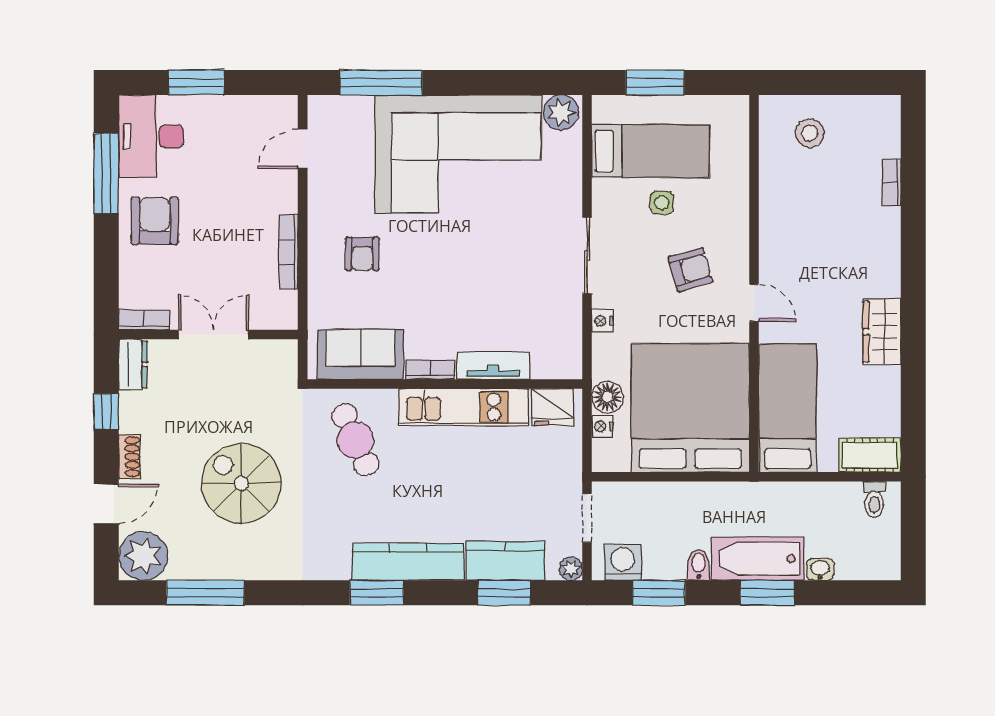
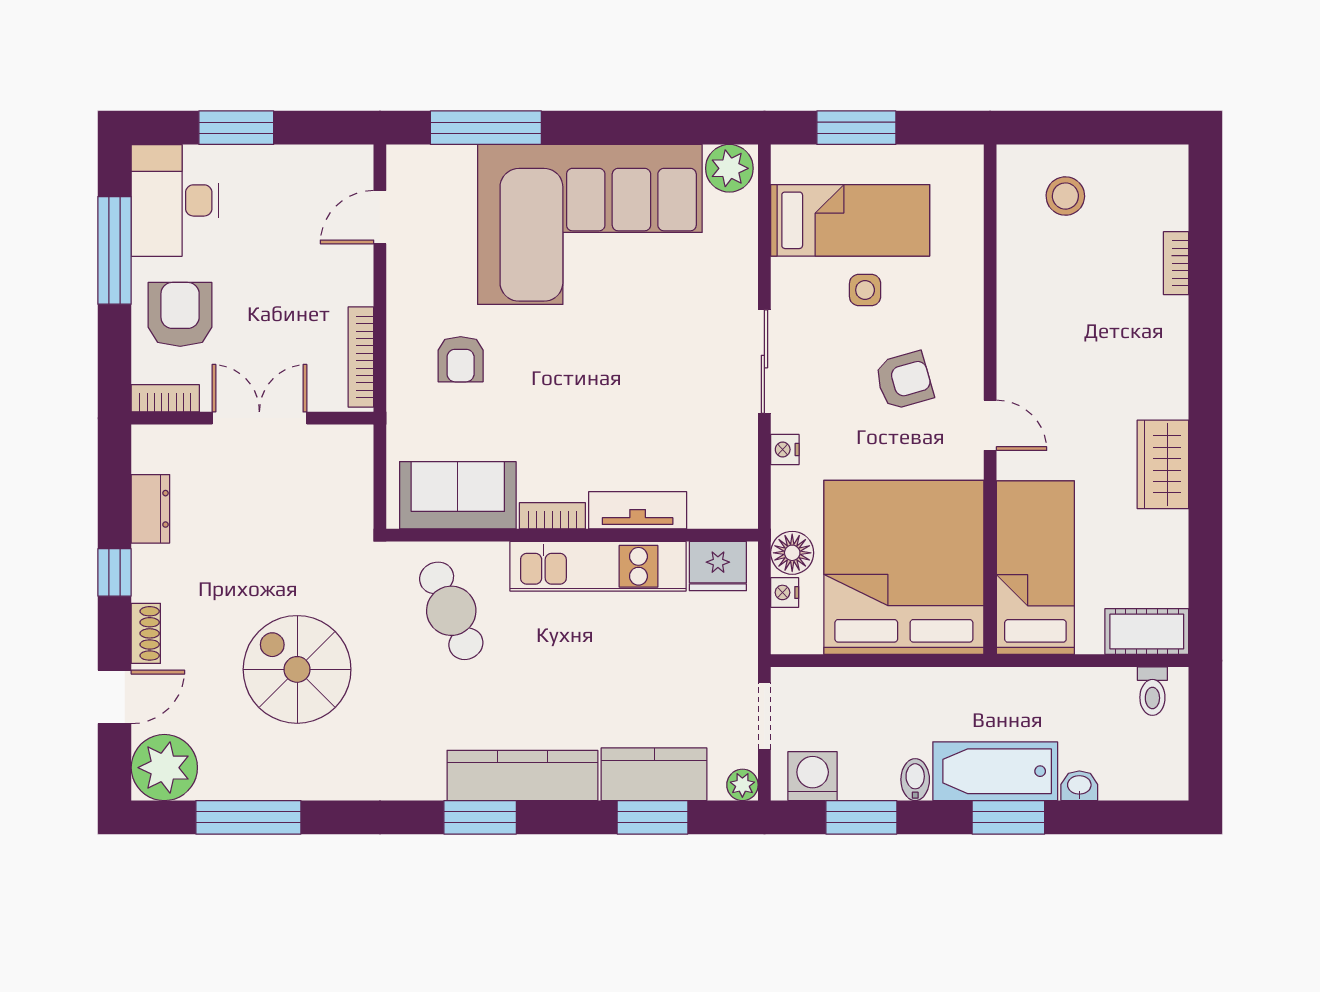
bookcase: (144, 320) -> (165, 398), moved
wall: (208, 335) -> (252, 418), moved
double door: (213, 335) -> (259, 418), moved

